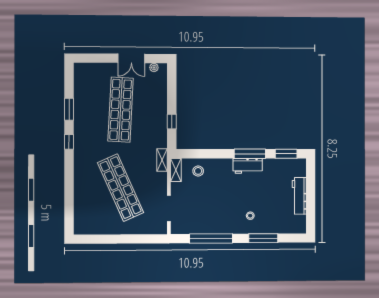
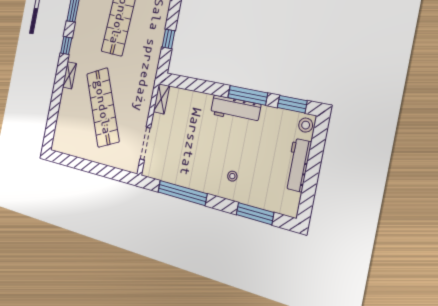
shelving: (162, 160) -> (69, 75), moved
workbench: (248, 166) -> (235, 109), width x1.38
stool: (198, 171) -> (306, 125), moved
window: (263, 238) -> (255, 214), moved

